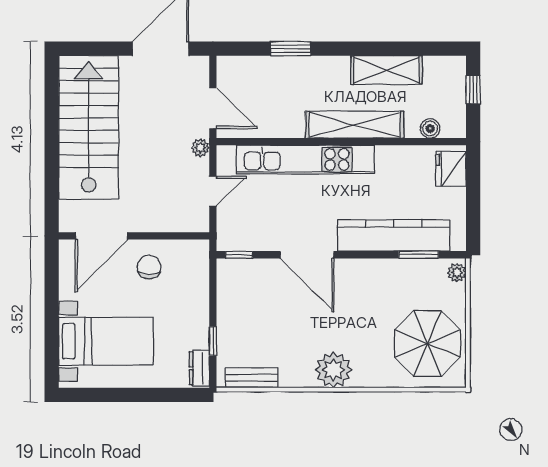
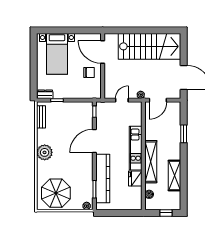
kitchen unit: (305, 159) -> (136, 148), width x0.73
fridge: (451, 169) -> (135, 178), moved, turned -90
door: (213, 191) -> (122, 100), swing flipped

